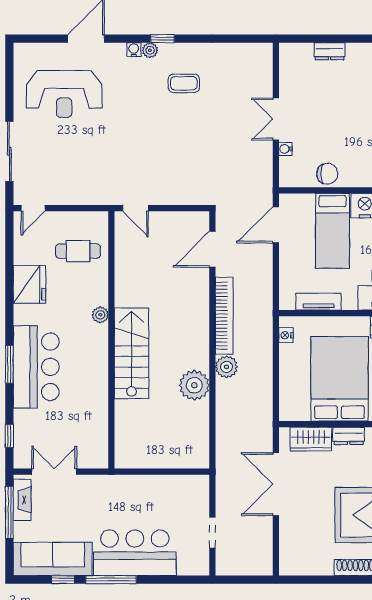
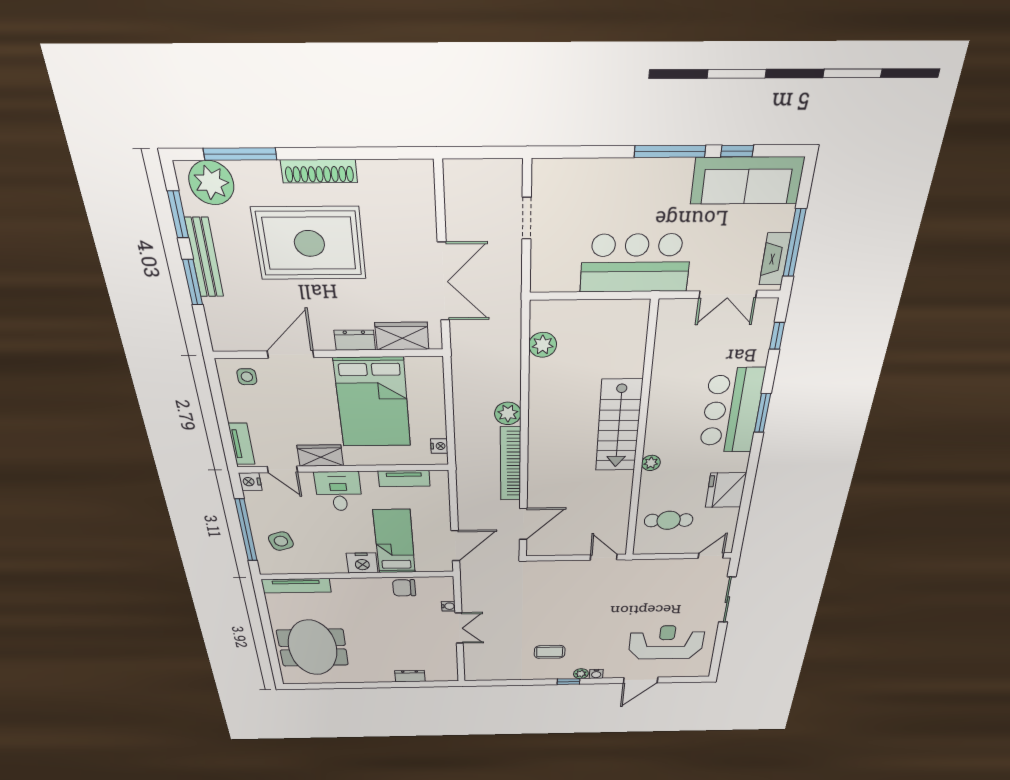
plant: (194, 385) -> (543, 345), moved, width x0.73, depth x0.73
bar counter: (135, 553) -> (636, 263), moved, turned 180

